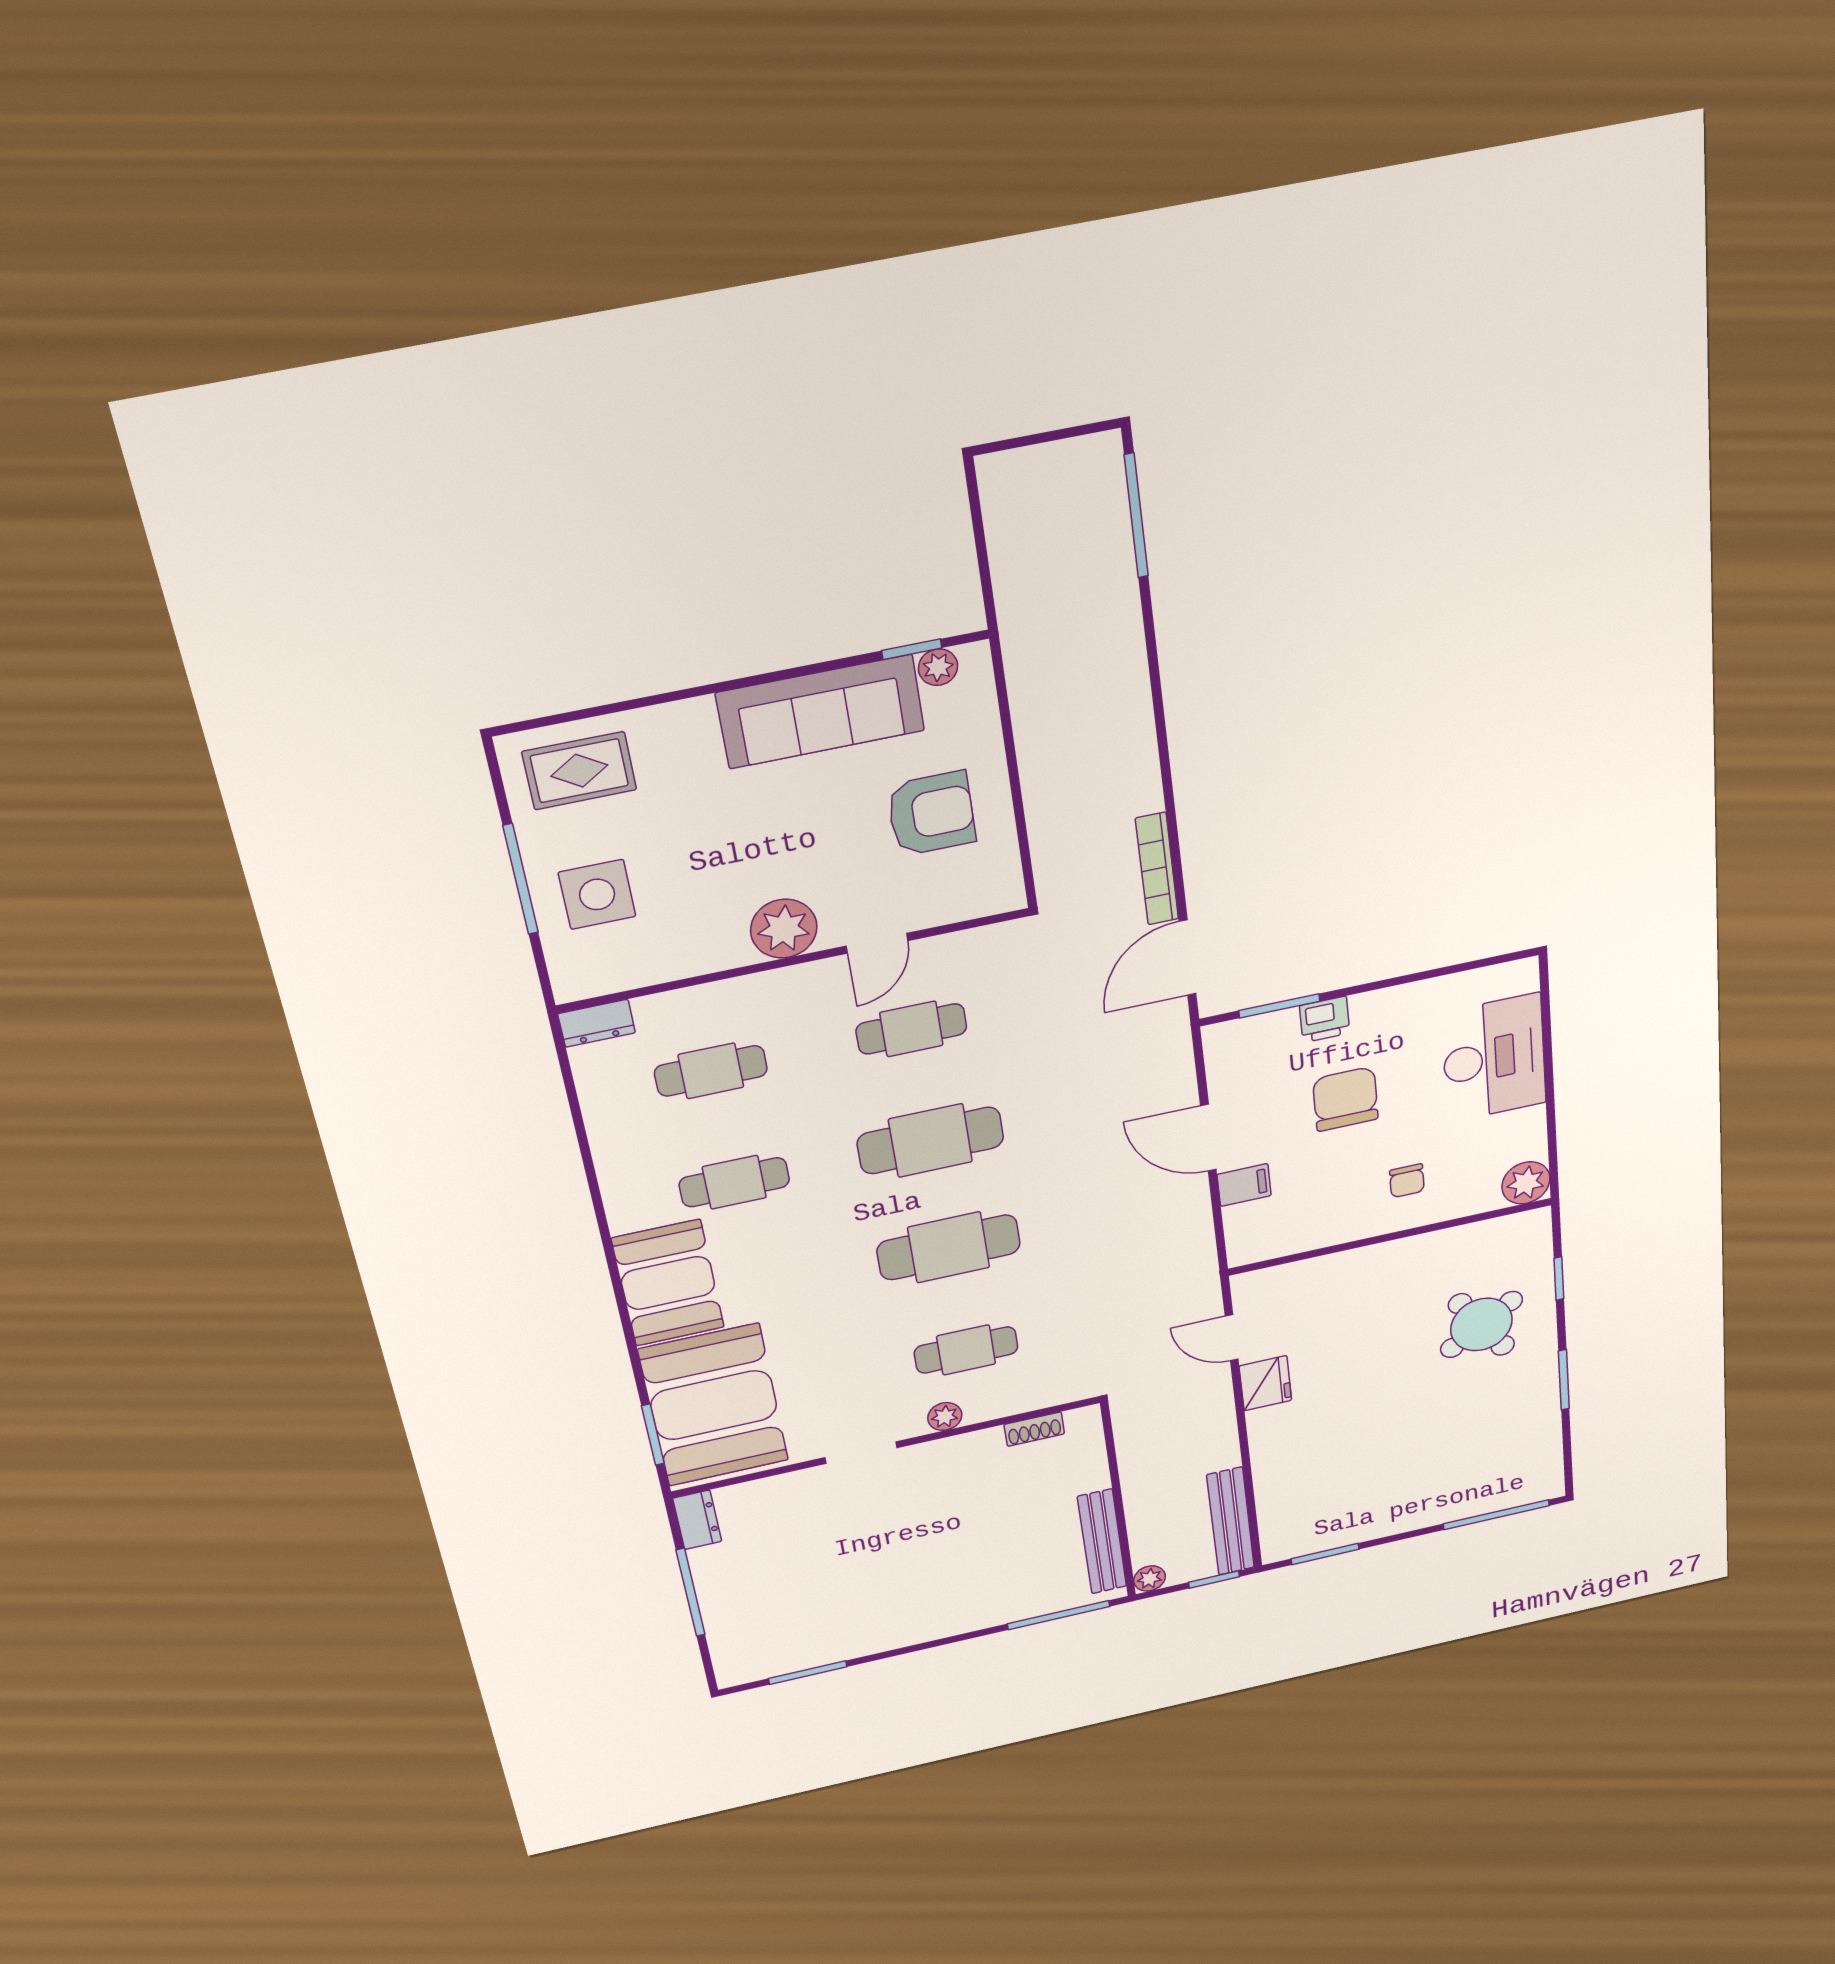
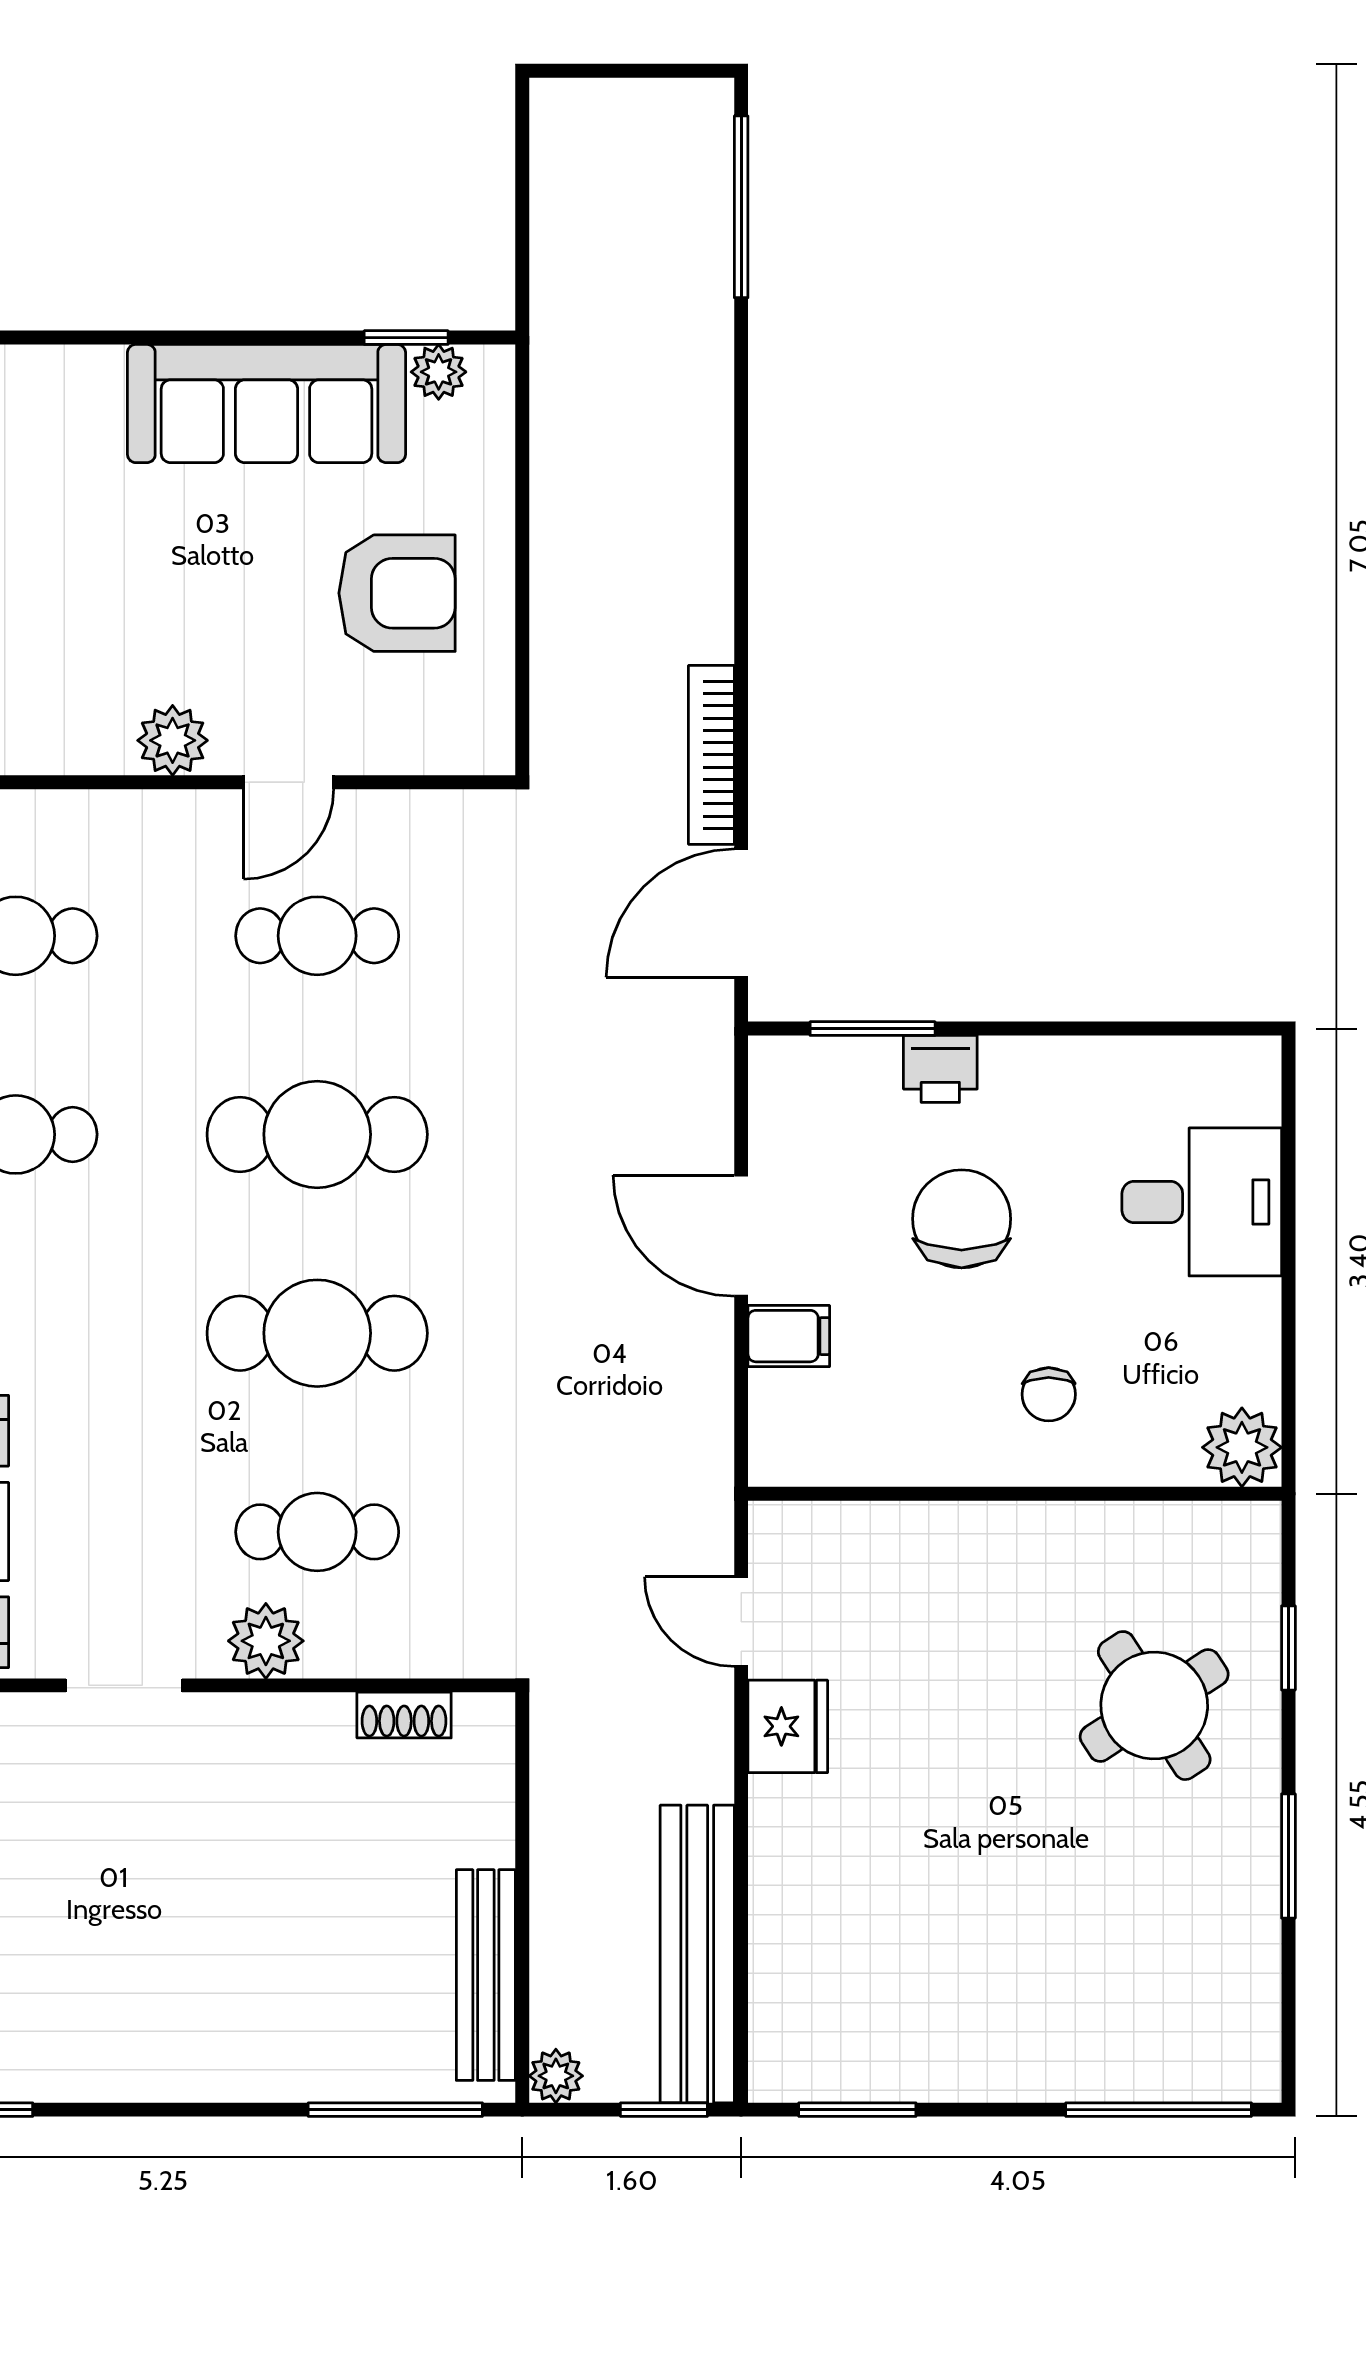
plant: (784, 929) -> (173, 740), width x0.73, depth x0.73
desk: (1494, 1058) -> (1202, 1202), width x0.73
plant: (945, 1416) -> (266, 1641), width x1.38, depth x1.38
bench: (1231, 1521) -> (697, 1954), width x1.37, depth x1.21

